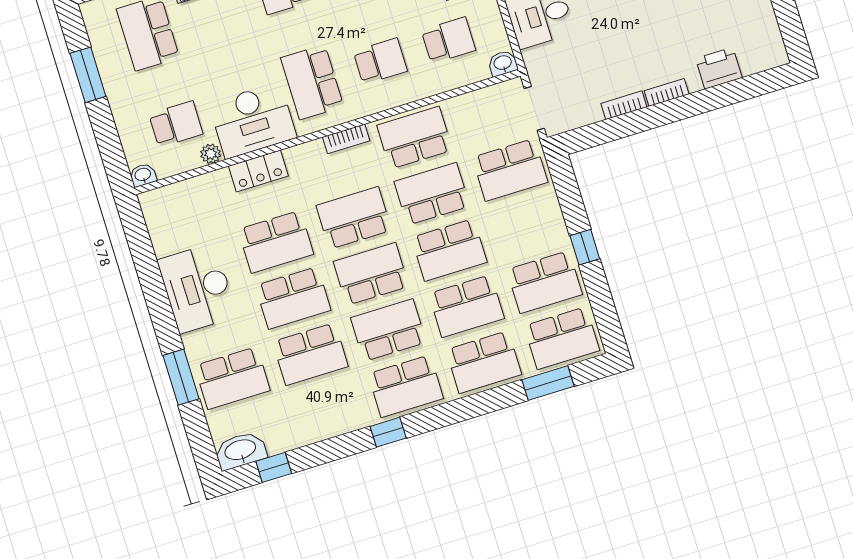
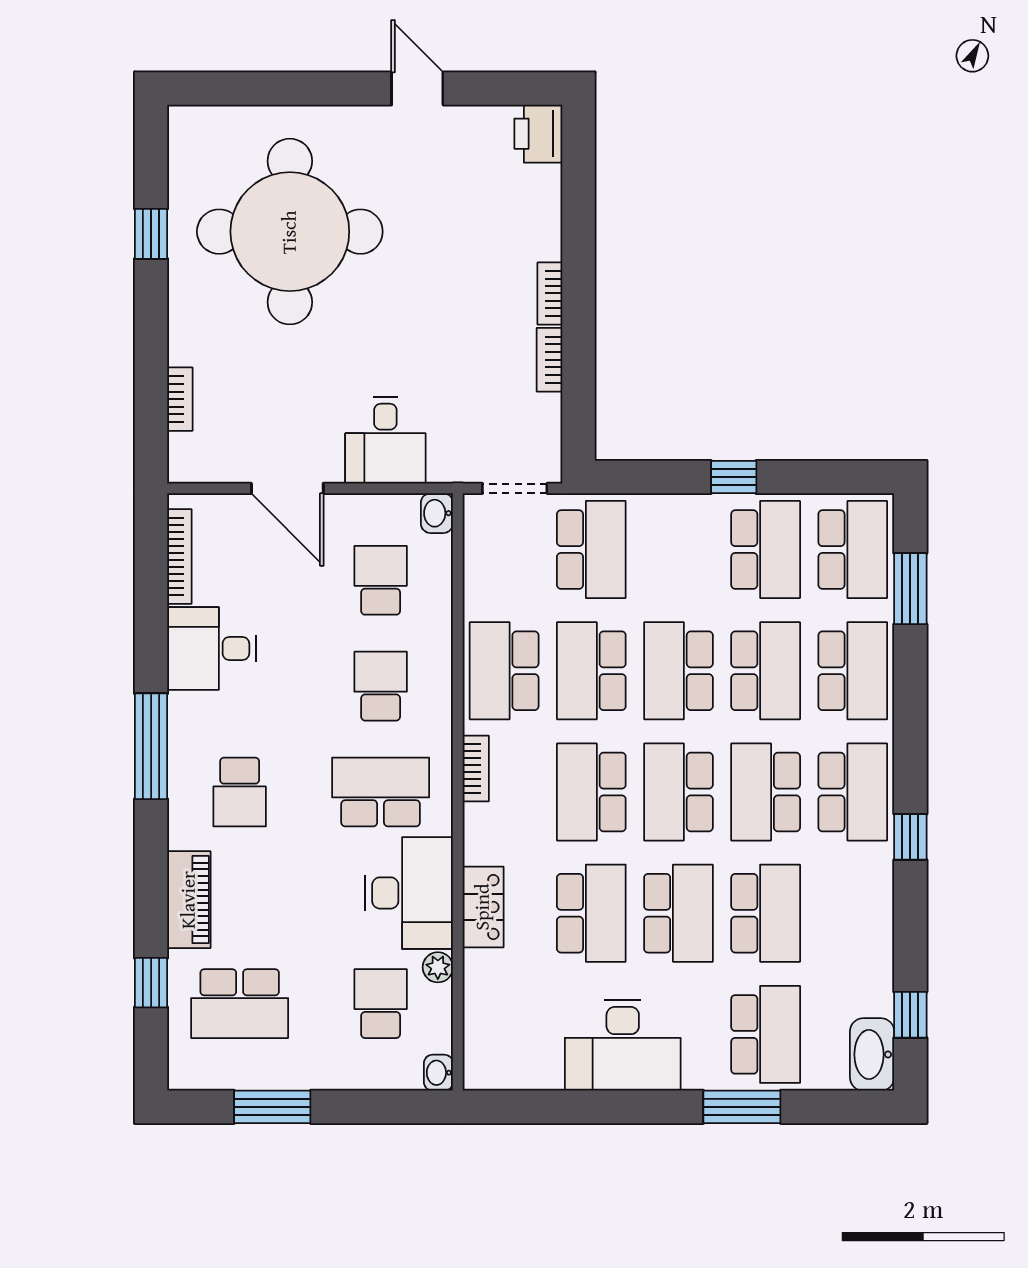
printer: (719, 68) -> (538, 134), moved
school desk: (312, 82) -> (381, 792), turned 180
school desk: (449, 250) -> (678, 671), turned 180

